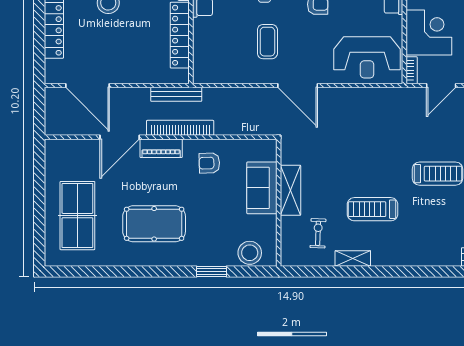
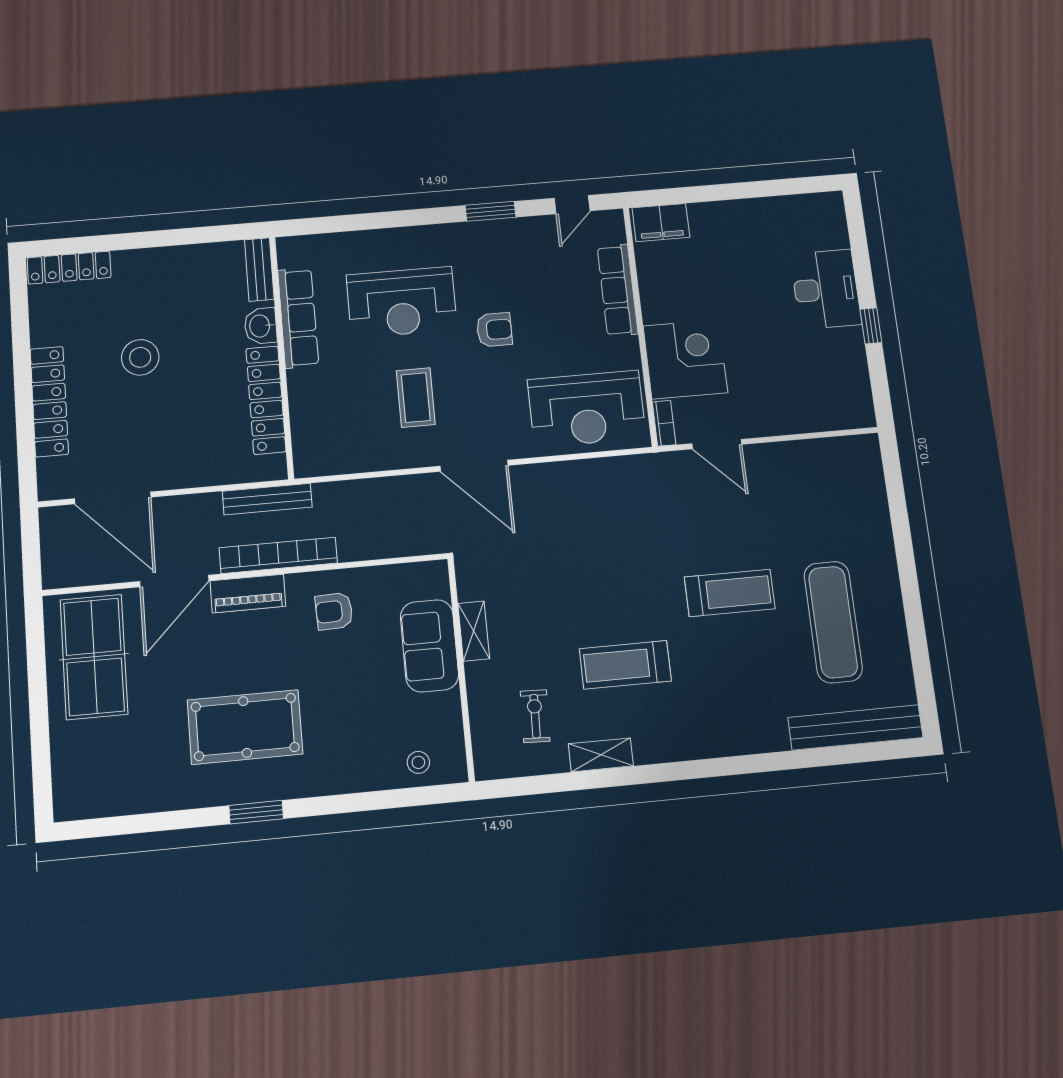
door: (441, 85) -> (717, 444), hinge flipped
shelving: (290, 190) -> (474, 631), width x0.67, depth x0.75
table tennis table: (77, 216) -> (94, 657), moved
stool: (250, 253) -> (418, 762), width x0.53, depth x0.53
window: (212, 272) -> (256, 812), moved

